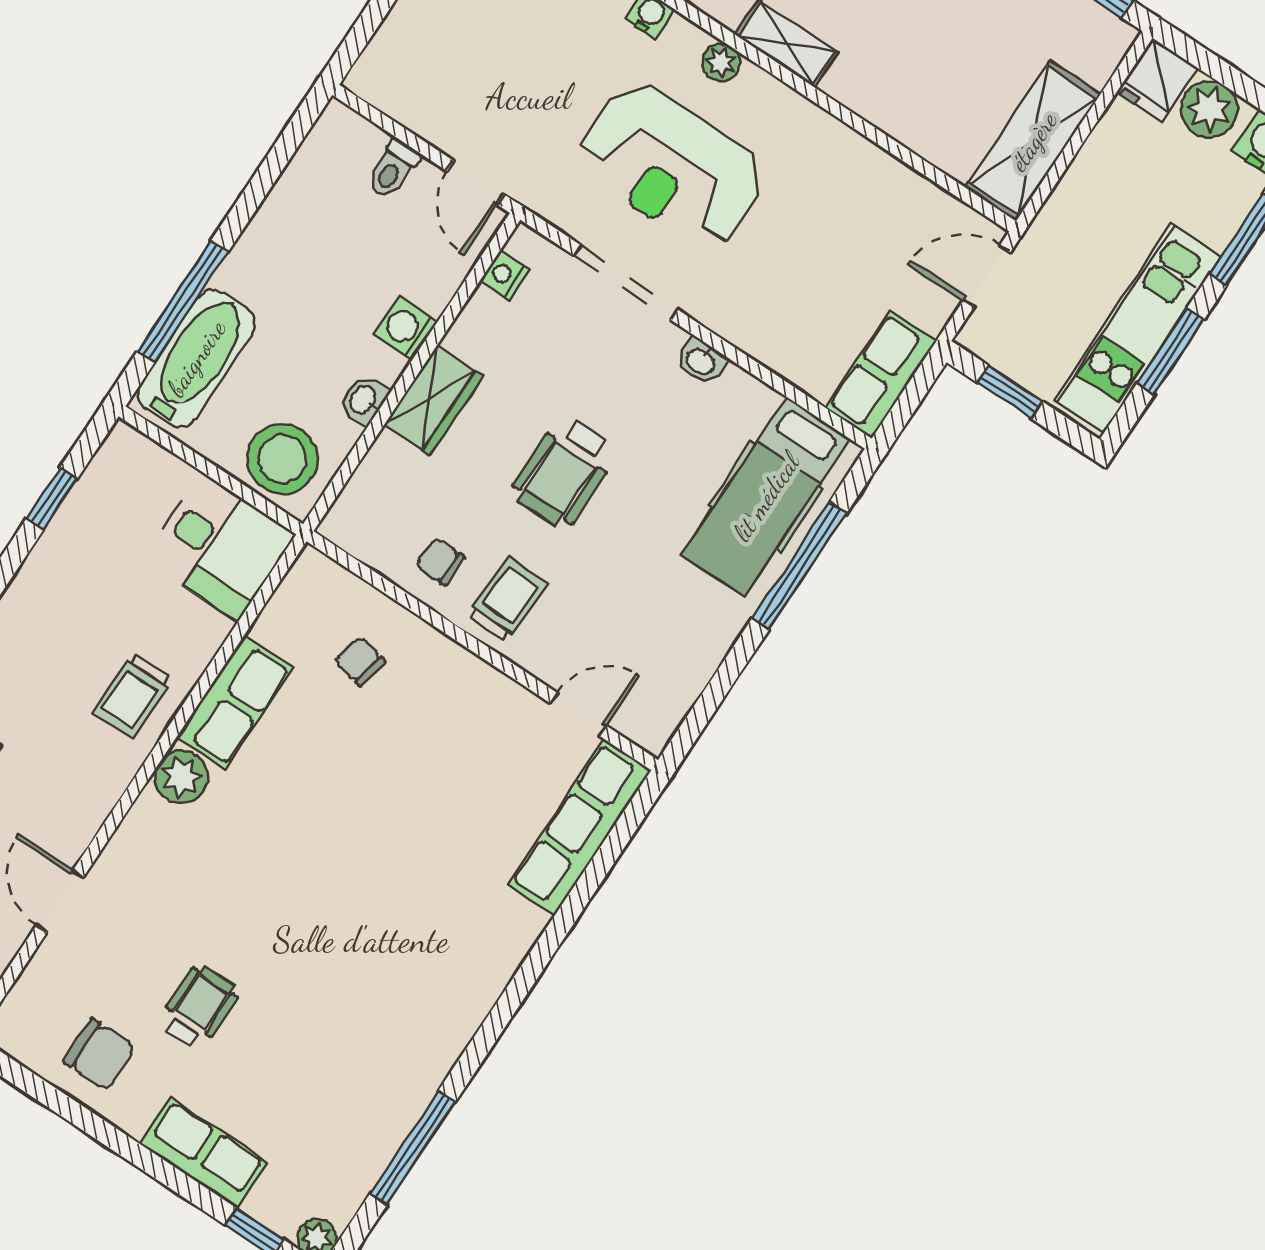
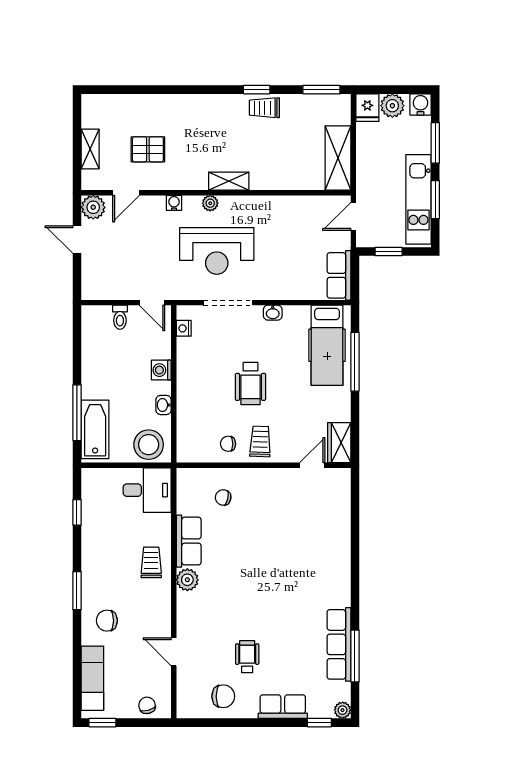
wardrobe: (433, 400) -> (339, 443), moved, turned 180
trolley: (133, 695) -> (151, 562), turned 180
row of seats: (580, 827) -> (339, 644), moved

